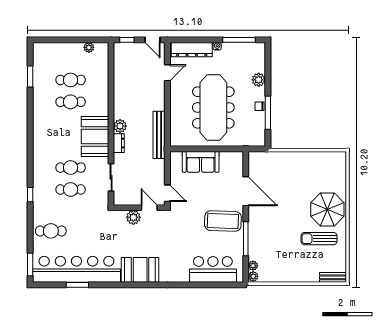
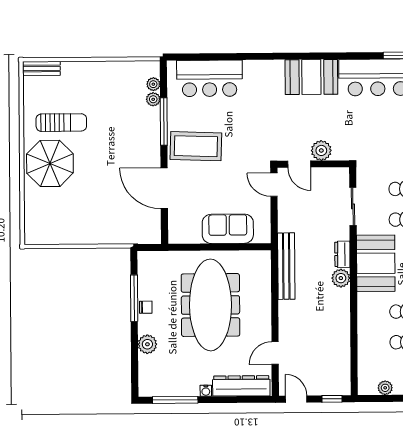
plant: (253, 276) -> (153, 99), moved

